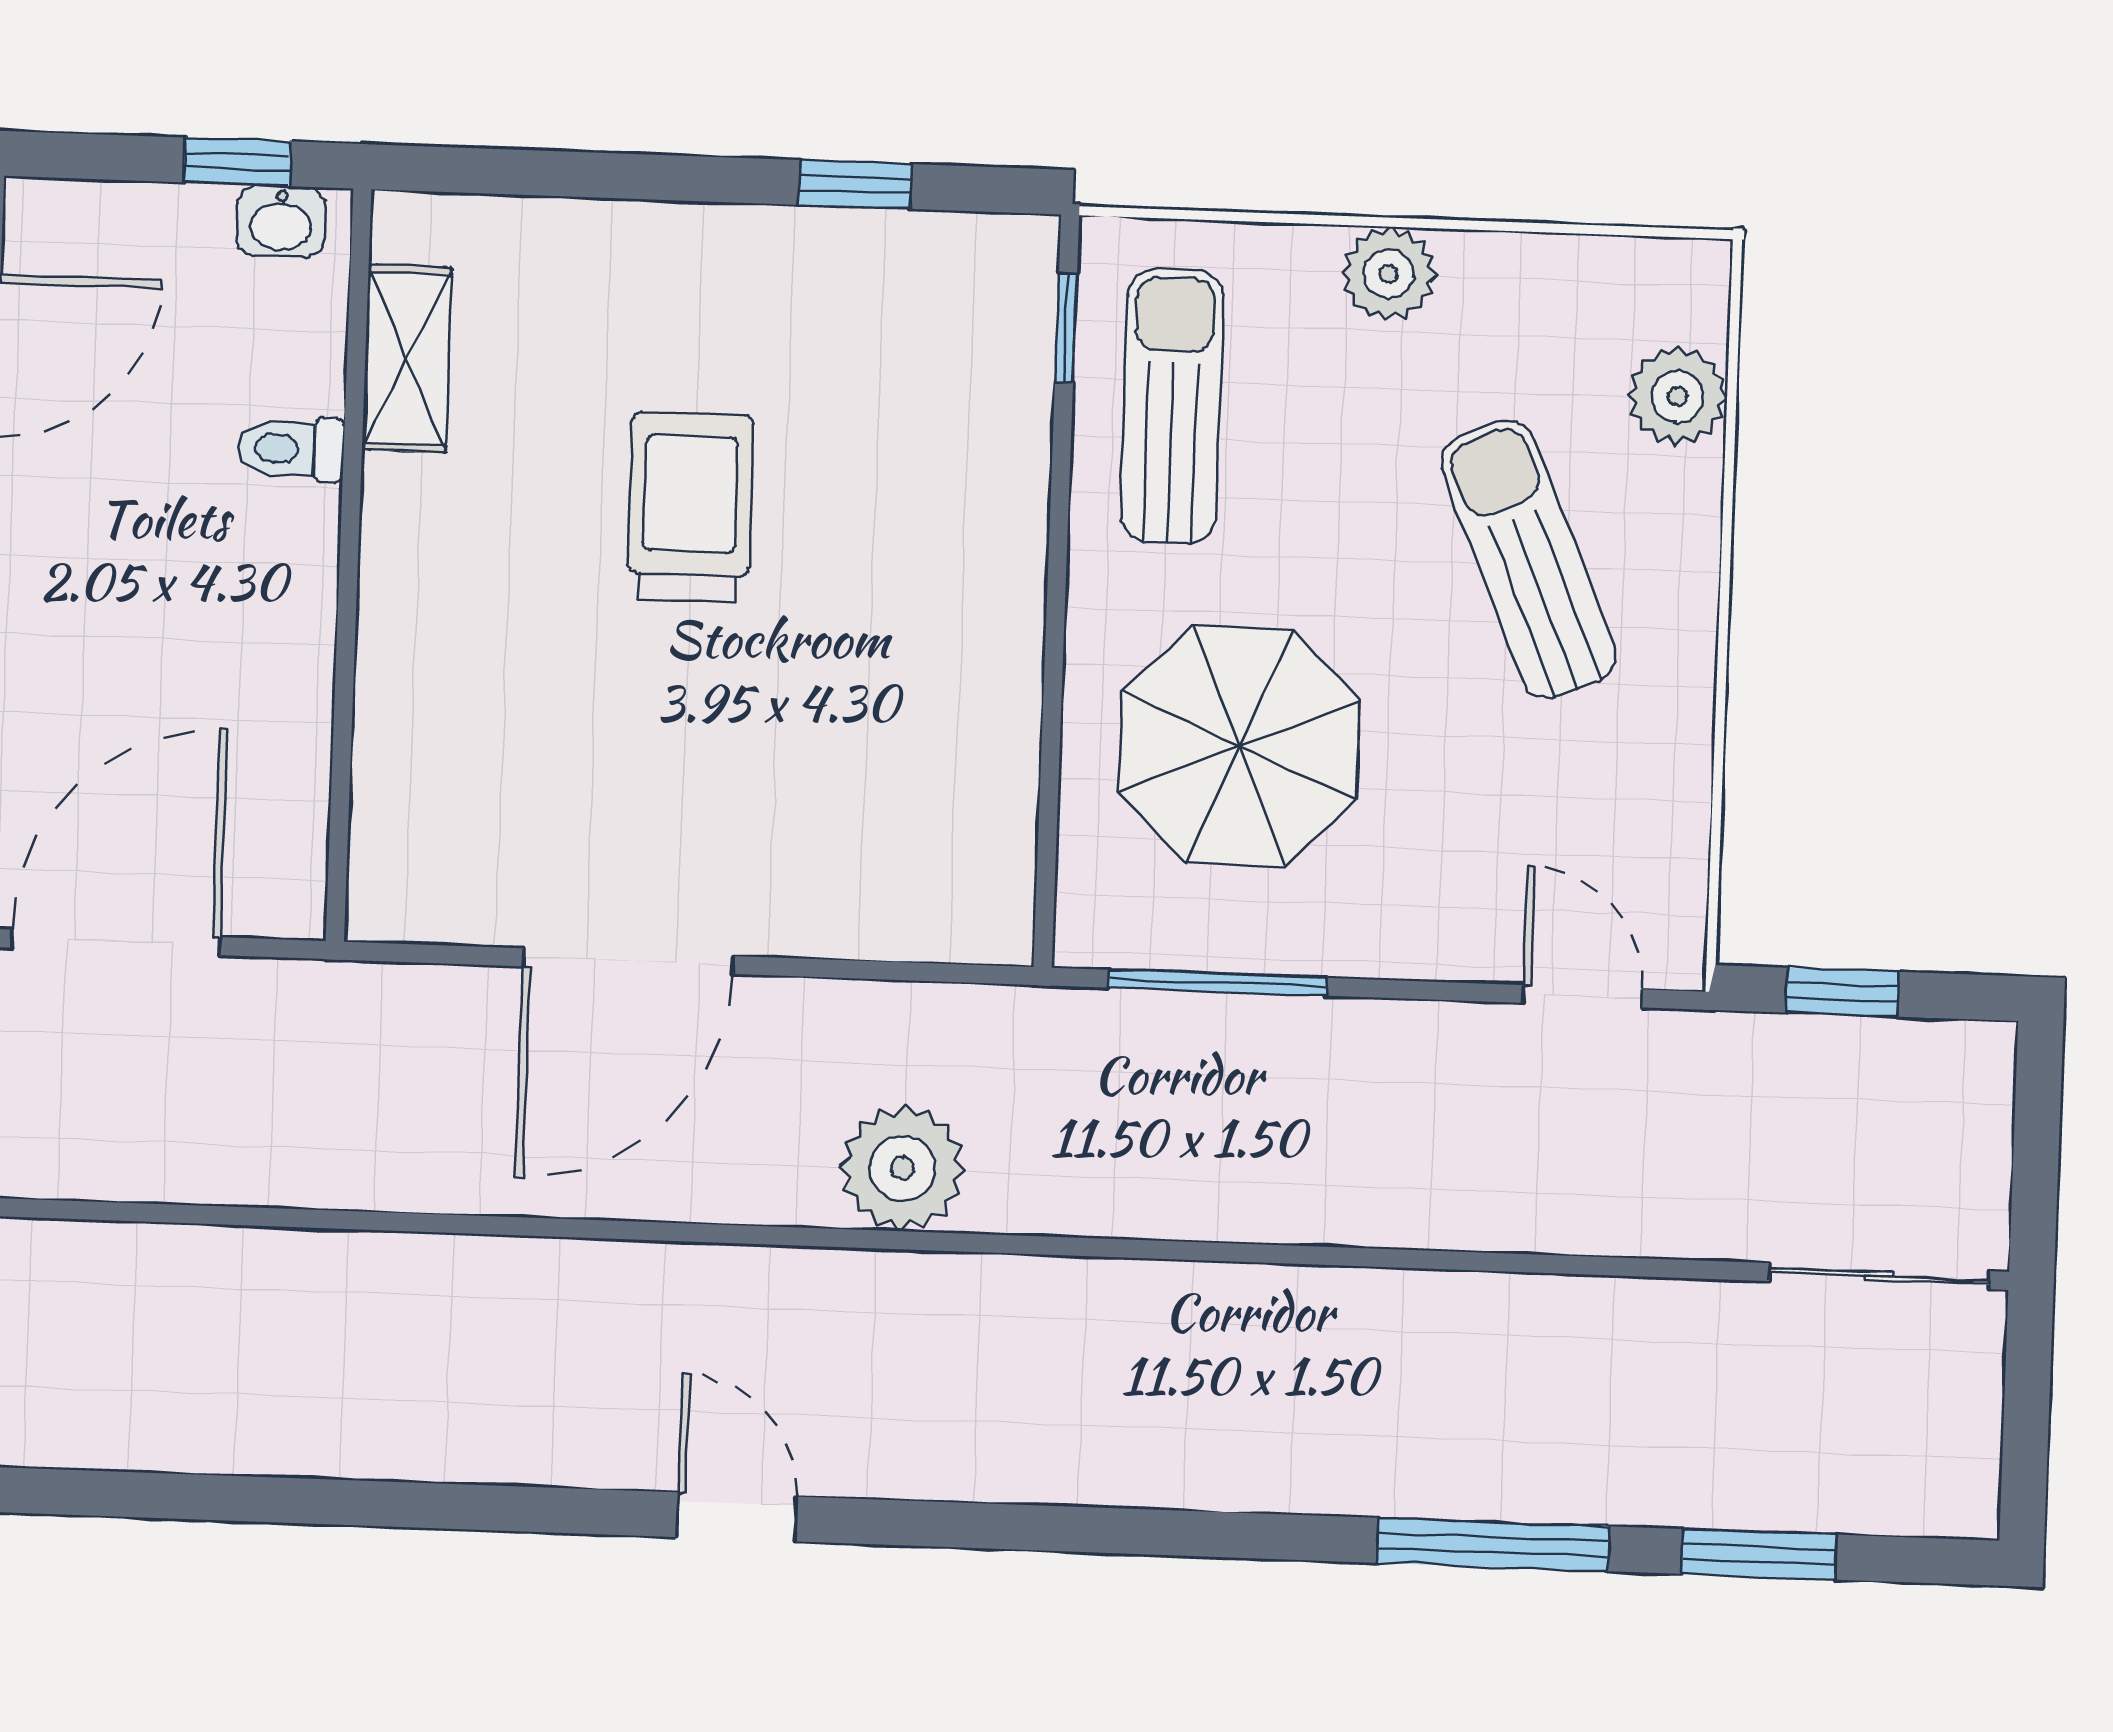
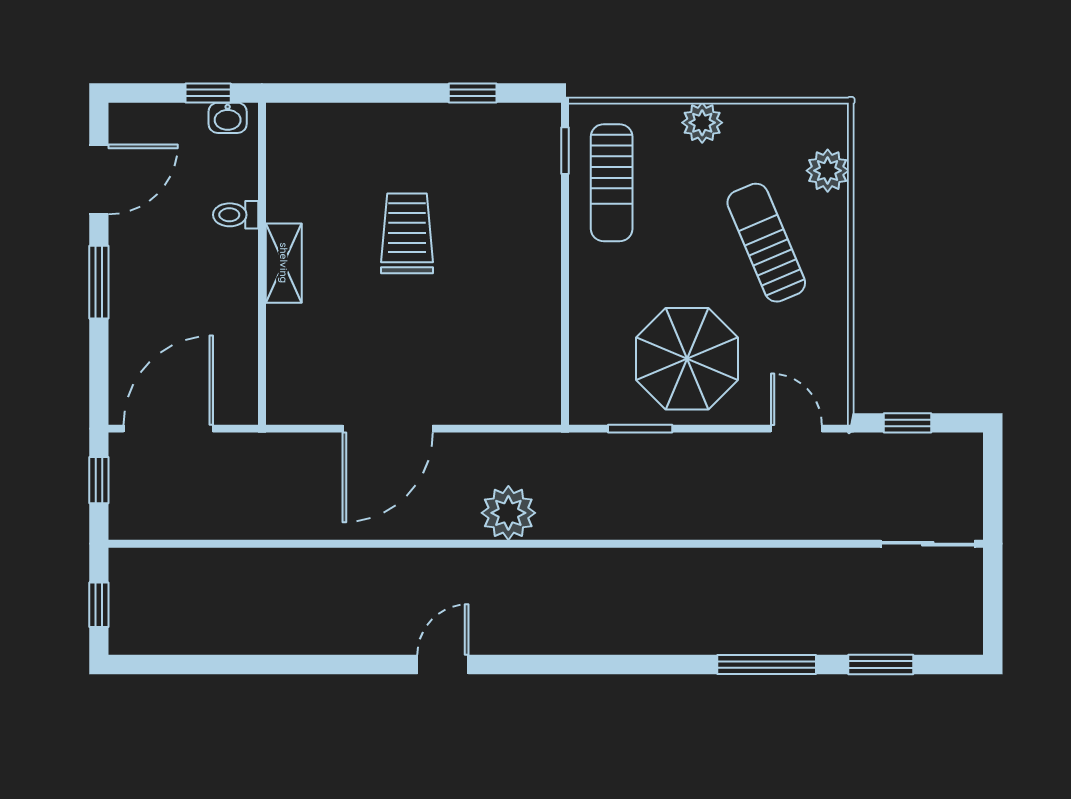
shelving: (407, 358) -> (284, 263), moved
sun lounger: (1172, 406) -> (612, 183), turned 180
parasol: (1239, 746) -> (687, 359), moved
window: (1218, 983) -> (640, 429), width x0.69
door: (737, 1517) -> (443, 665), hinge flipped

